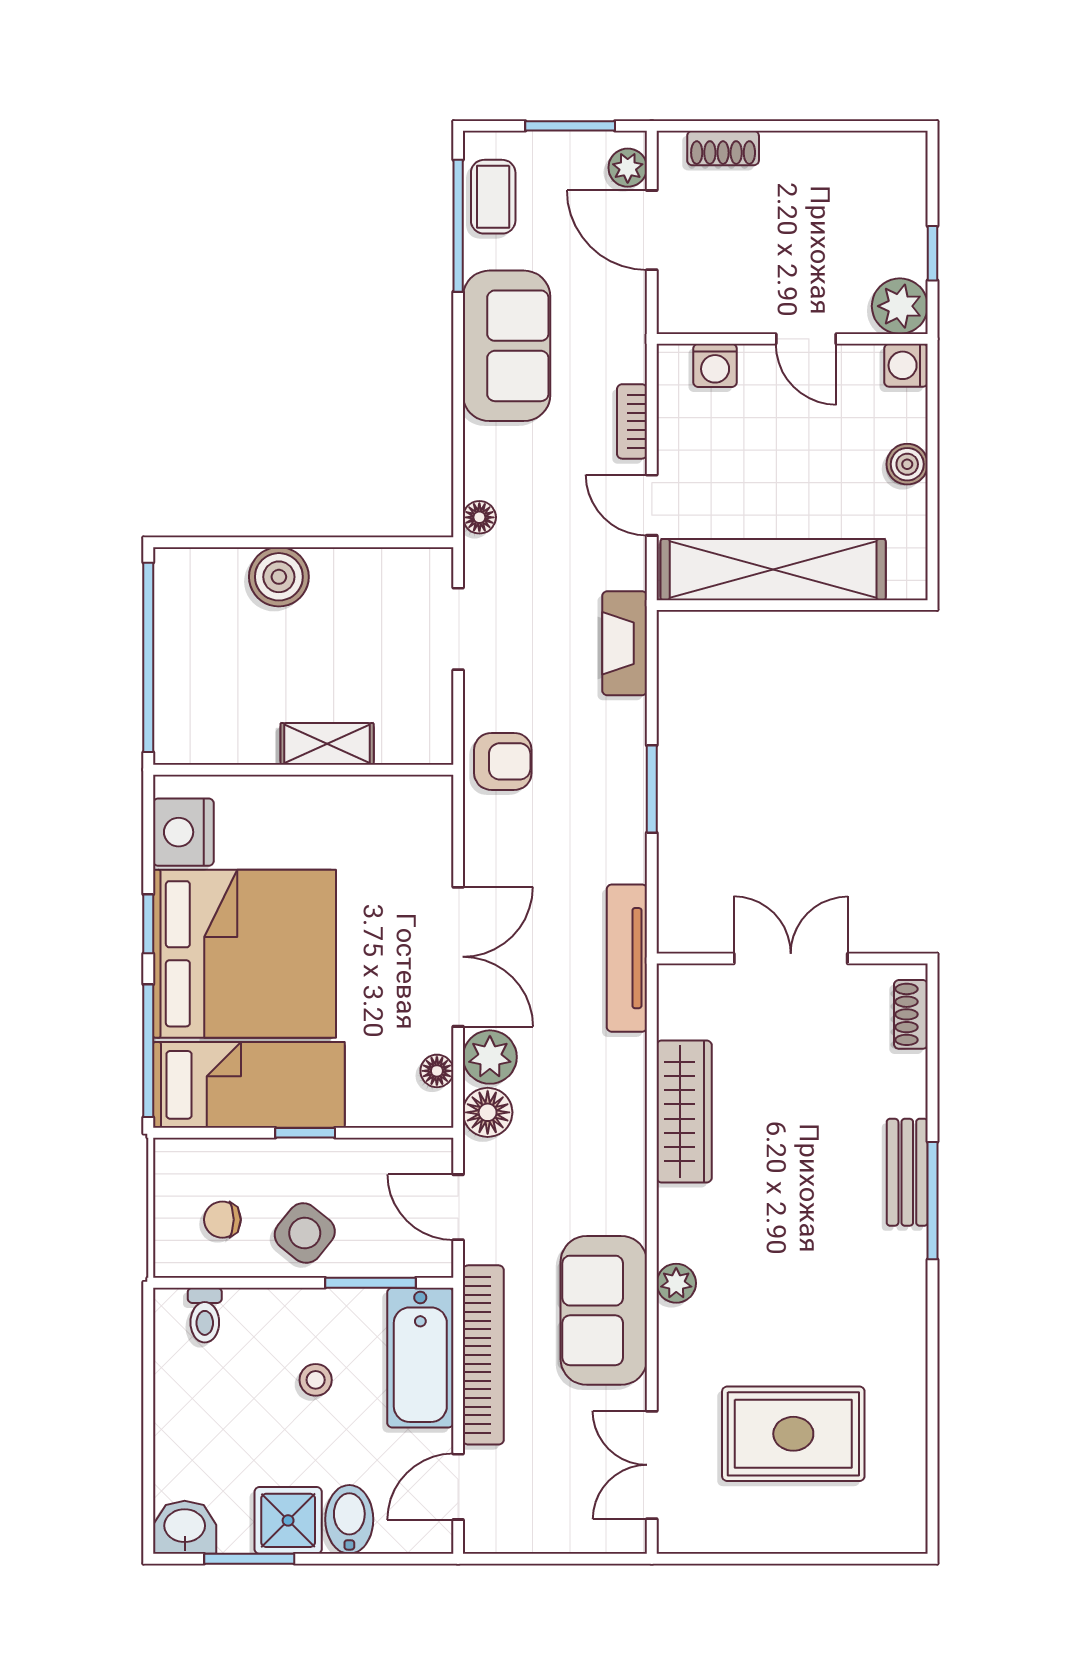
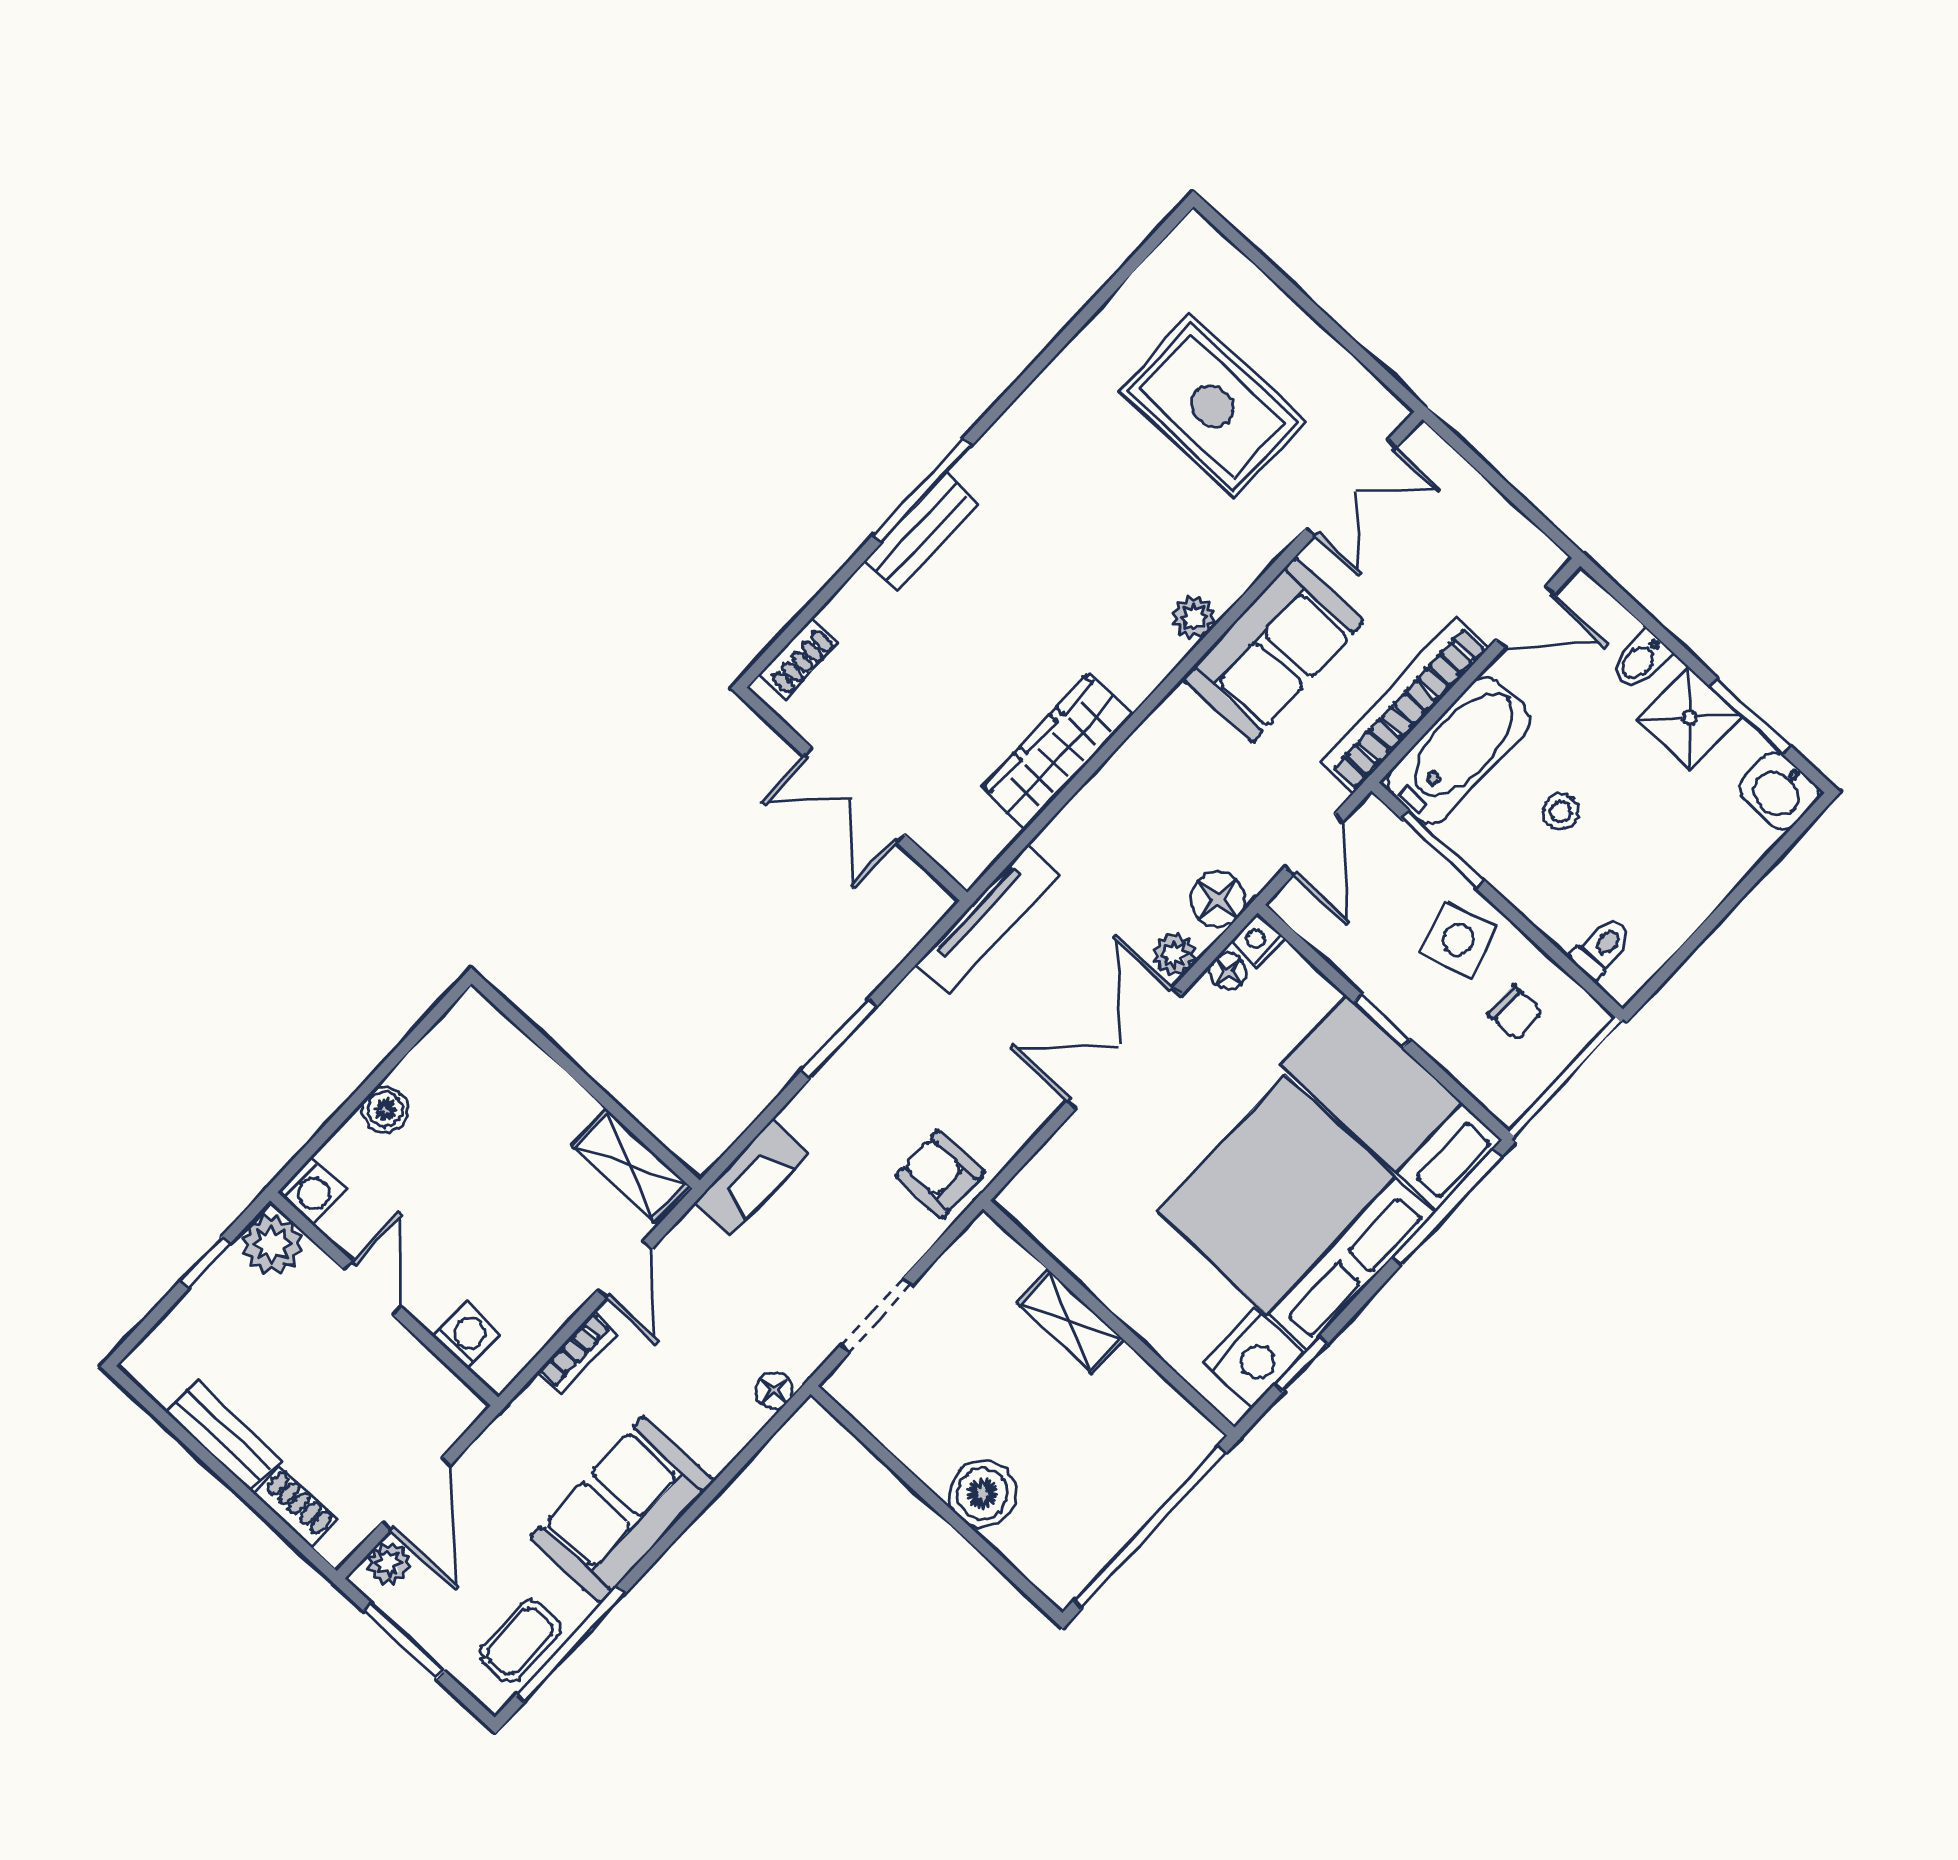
bench: (814, 150) -> (223, 1436), added
shelving: (773, 570) -> (630, 1166), width x0.45, depth x0.75
window: (148, 924) -> (1301, 1364), moved
plant: (490, 1057) -> (1175, 954), width x0.73, depth x0.73
nightstand: (436, 1110) -> (1258, 941), added
side table: (305, 1233) -> (1458, 939), turned 34
bidet: (349, 1519) -> (1640, 660), width x0.72, depth x0.74

